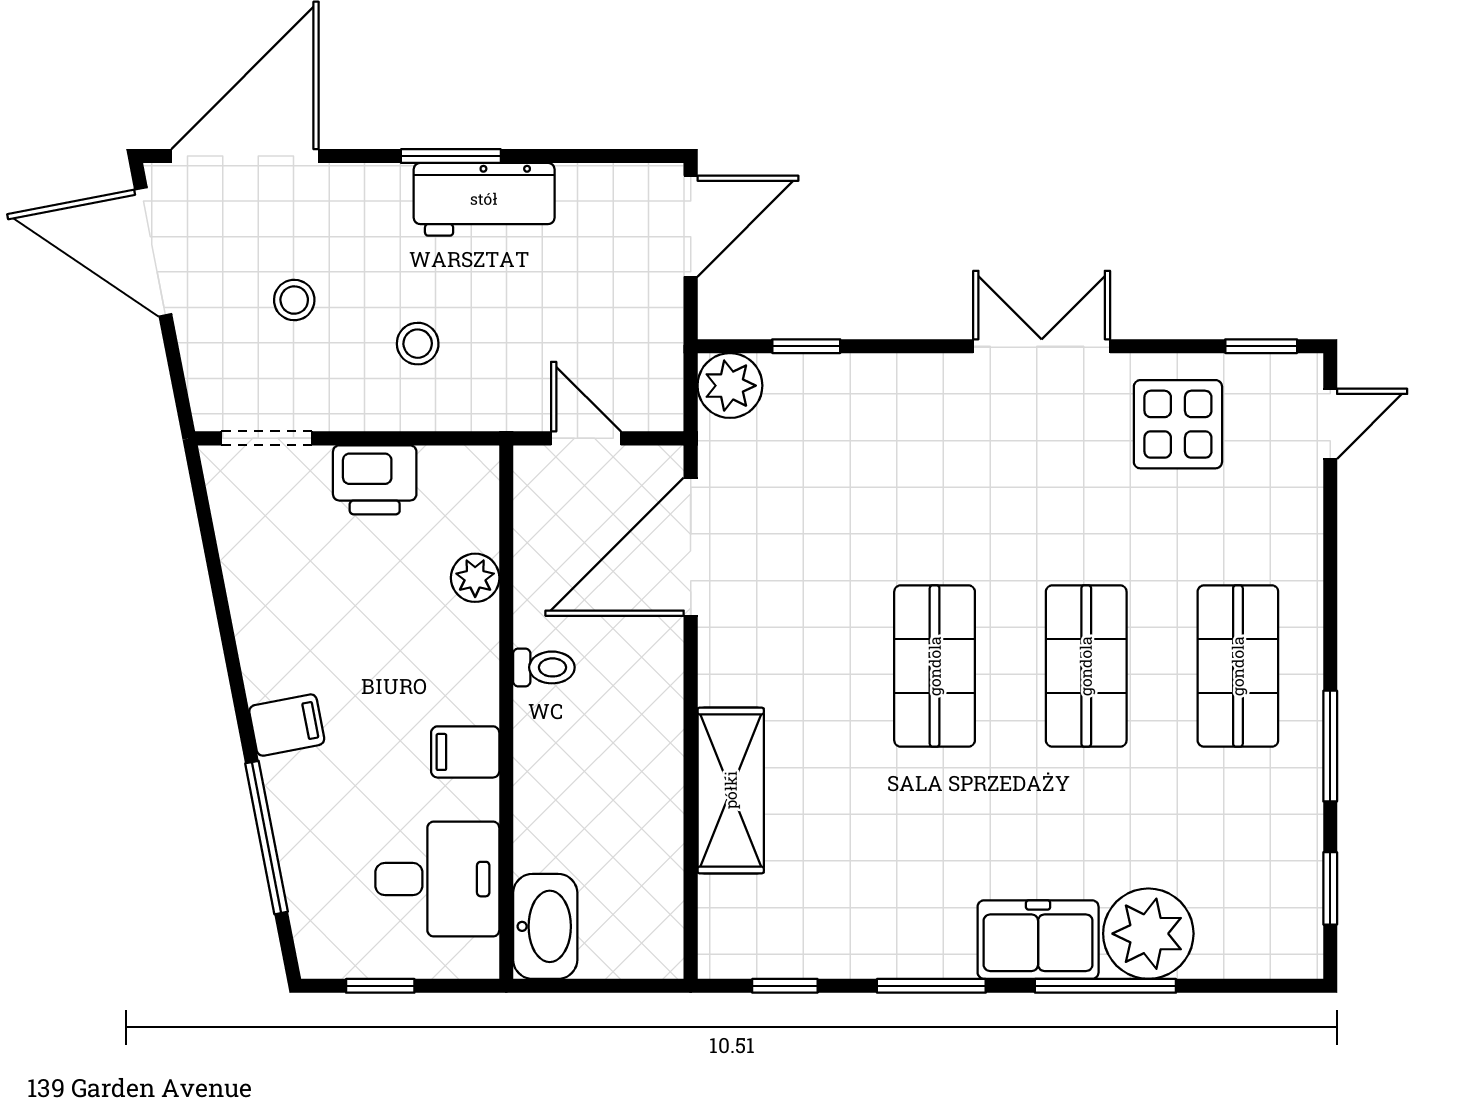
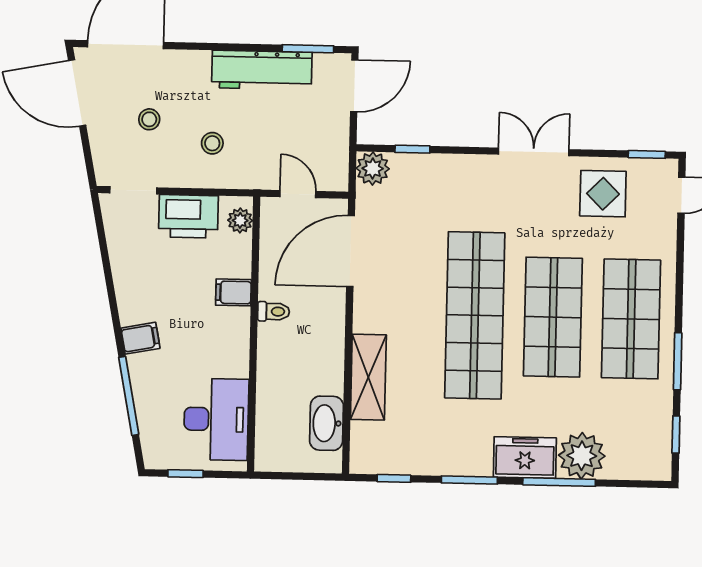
window: (451, 156) -> (308, 49), moved
workbench: (484, 199) -> (262, 70), width x1.38
printer: (375, 480) -> (188, 216), width x1.37, depth x1.19
plant: (475, 578) -> (240, 220), moved
shop shelf: (935, 666) -> (475, 315), width x2.00, depth x1.36
shop shelf: (1086, 666) -> (553, 317), width x1.43, depth x1.36
shop shelf: (1238, 666) -> (631, 319), width x1.43, depth x1.36
filing cabinet: (465, 752) -> (233, 292), moved
desk: (437, 879) -> (216, 419), width x1.37
washbasin: (545, 926) -> (326, 423), moved, turned 180

